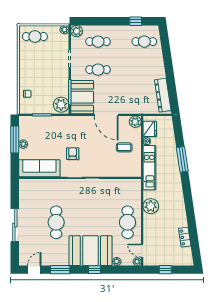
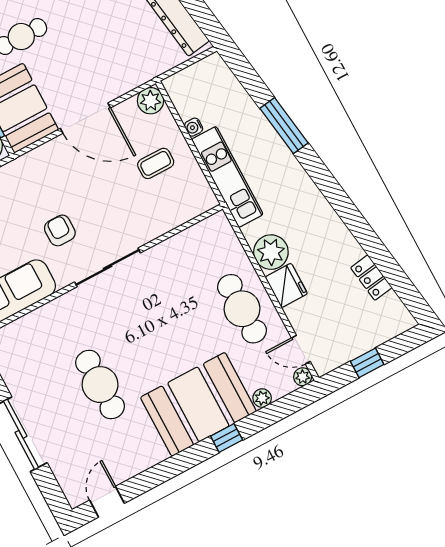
fridge: (150, 129) -> (286, 285), moved
window: (60, 270) -> (158, 474), removed

